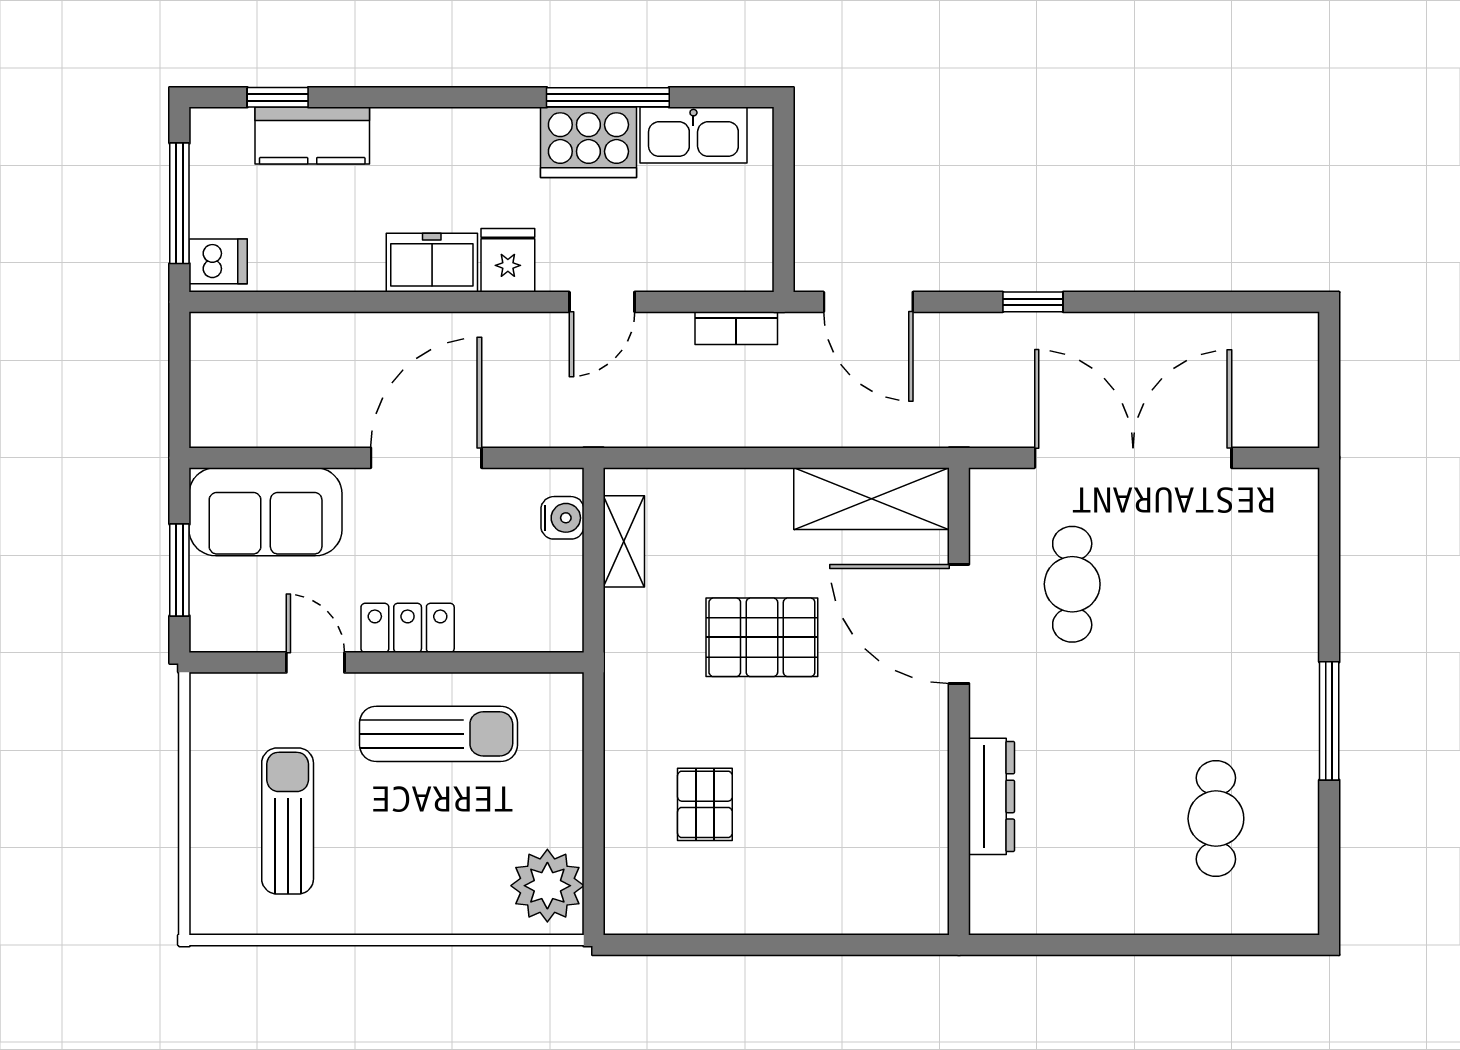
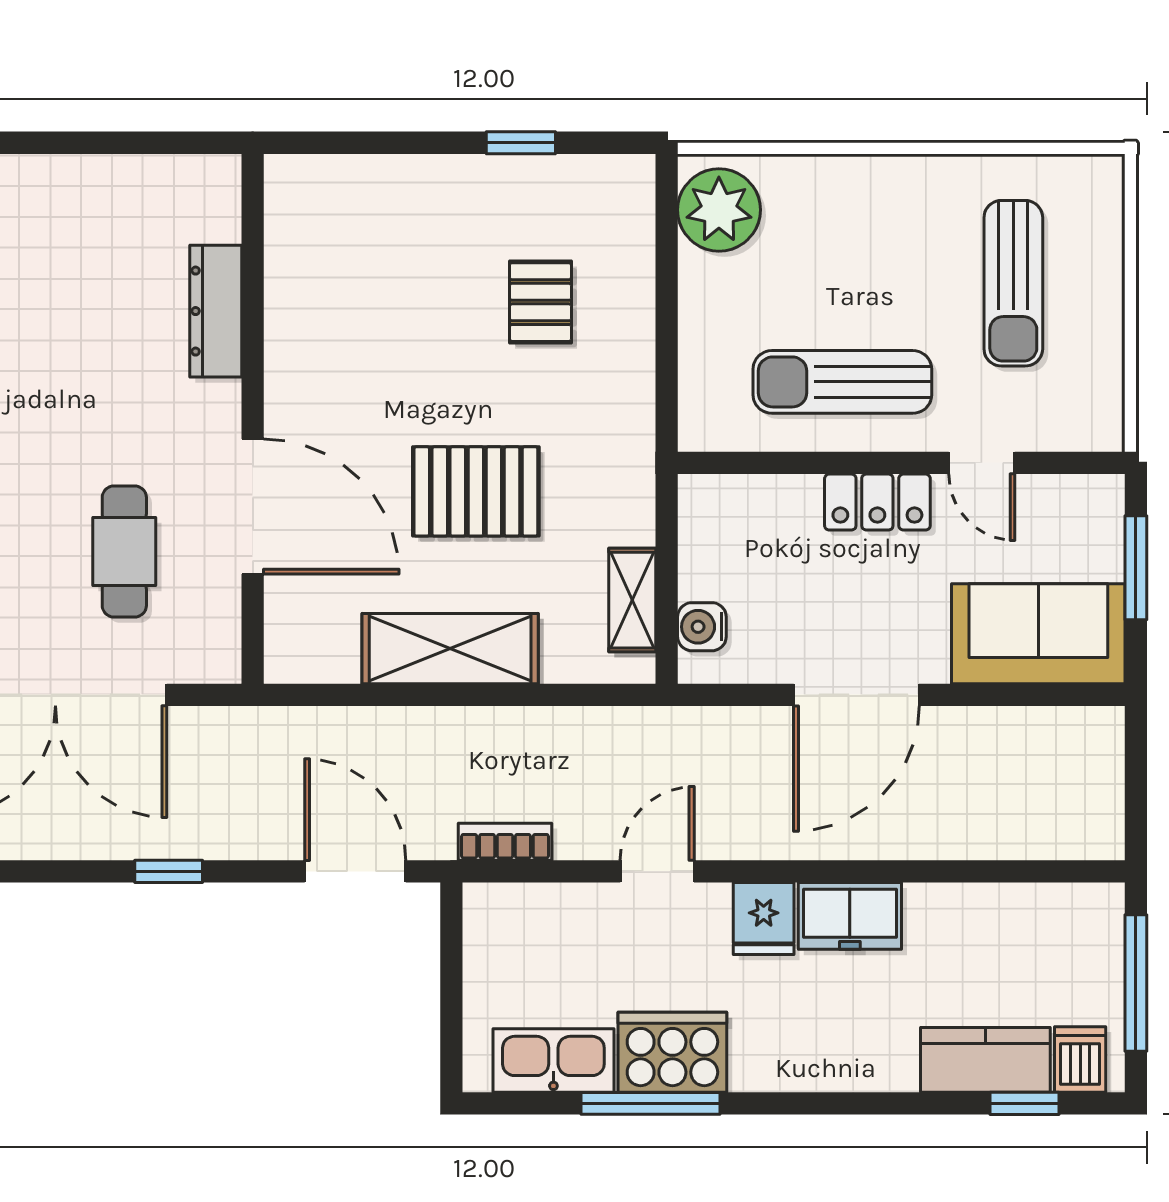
dishwasher: (218, 261) -> (1080, 1059), moved, turned 90
shelving: (872, 499) -> (450, 649), moved
window: (722, 945) -> (521, 143), added

